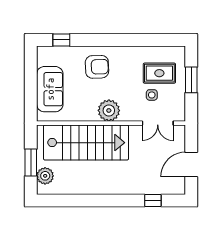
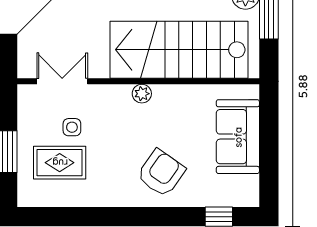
armchair: (97, 67) -> (161, 173), turned 127
plant: (109, 110) -> (142, 94), width x0.53, depth x0.53

